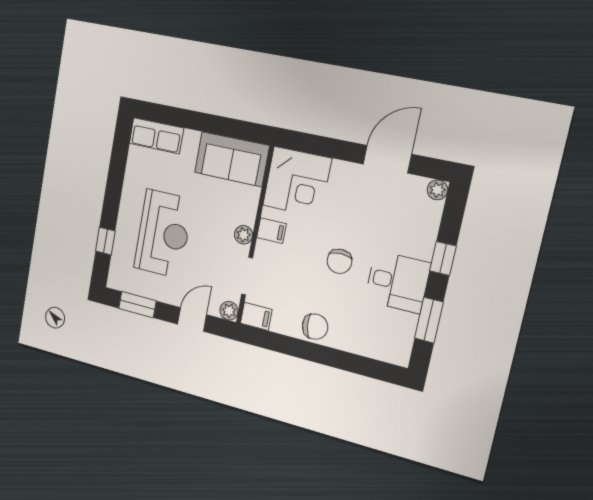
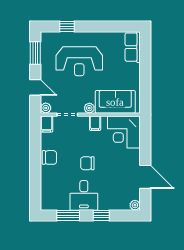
sofa: (232, 159) -> (115, 102), moved, turned 90
chair: (315, 327) -> (49, 157), turned -83

